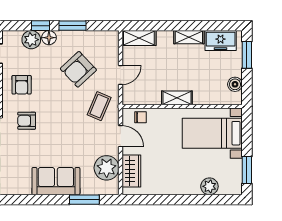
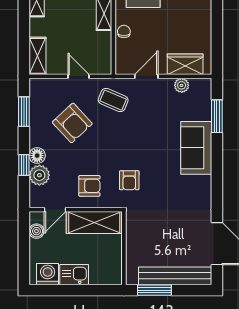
window: (73, 26) -> (24, 112), moved
chair: (140, 117) -> (124, 31), moved
plant: (107, 168) -> (182, 85), width x0.53, depth x0.53

